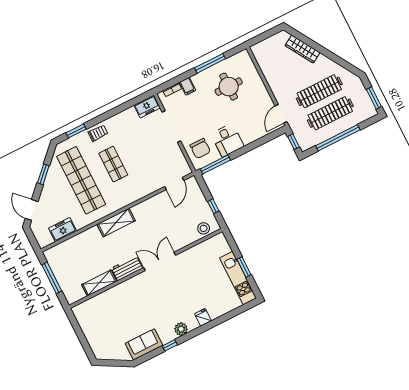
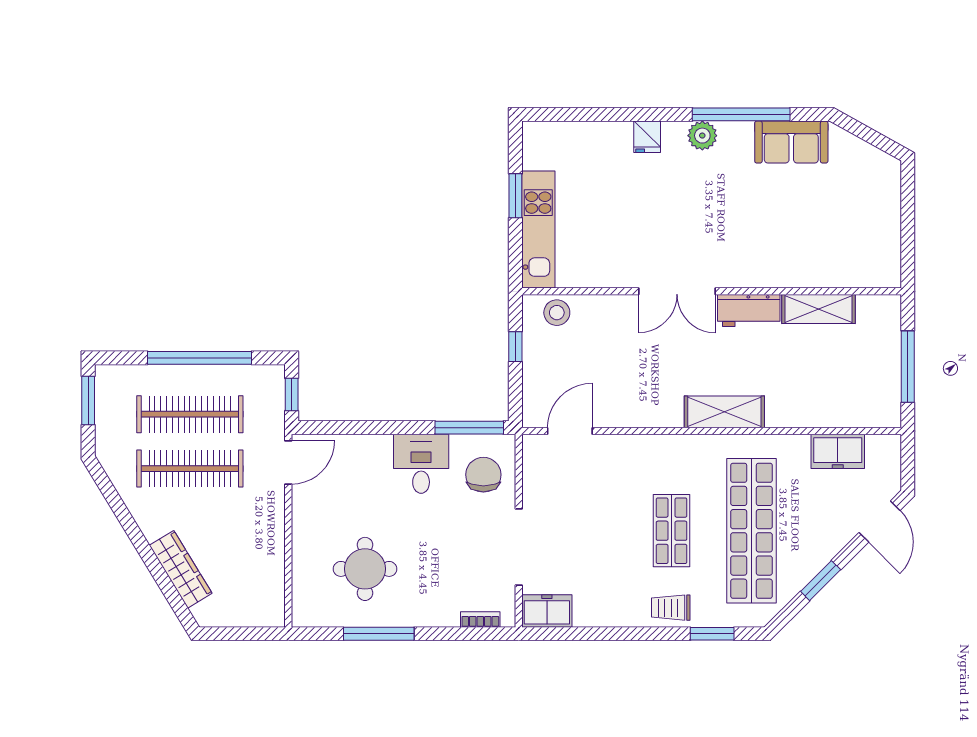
filing cabinet: (188, 86) -> (446, 611), removed
kitchen unit: (238, 278) -> (538, 230), moved
window: (170, 345) -> (741, 114), width x3.17

